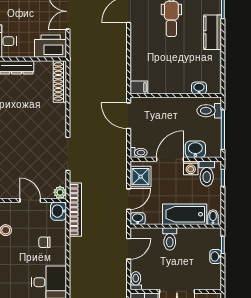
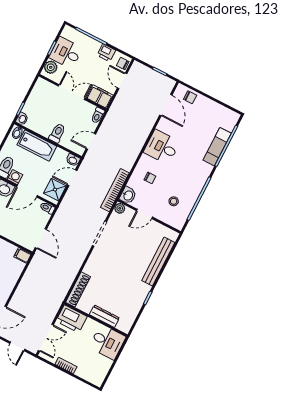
door: (30, 200) -> (144, 214), hinge flipped
washbasin: (216, 256) -> (22, 119), moved

